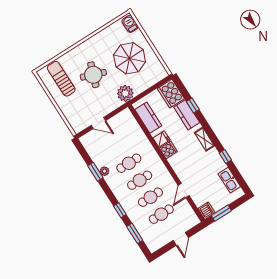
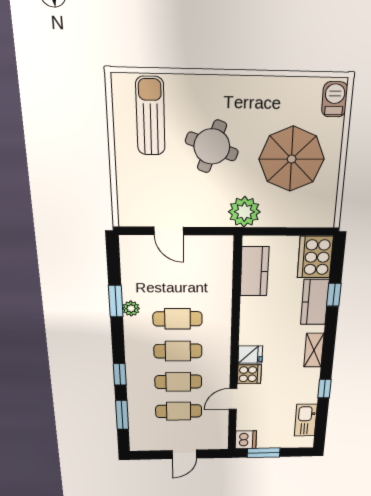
fridge: (162, 139) -> (250, 355), moved
cooker: (168, 150) -> (249, 374), moved

